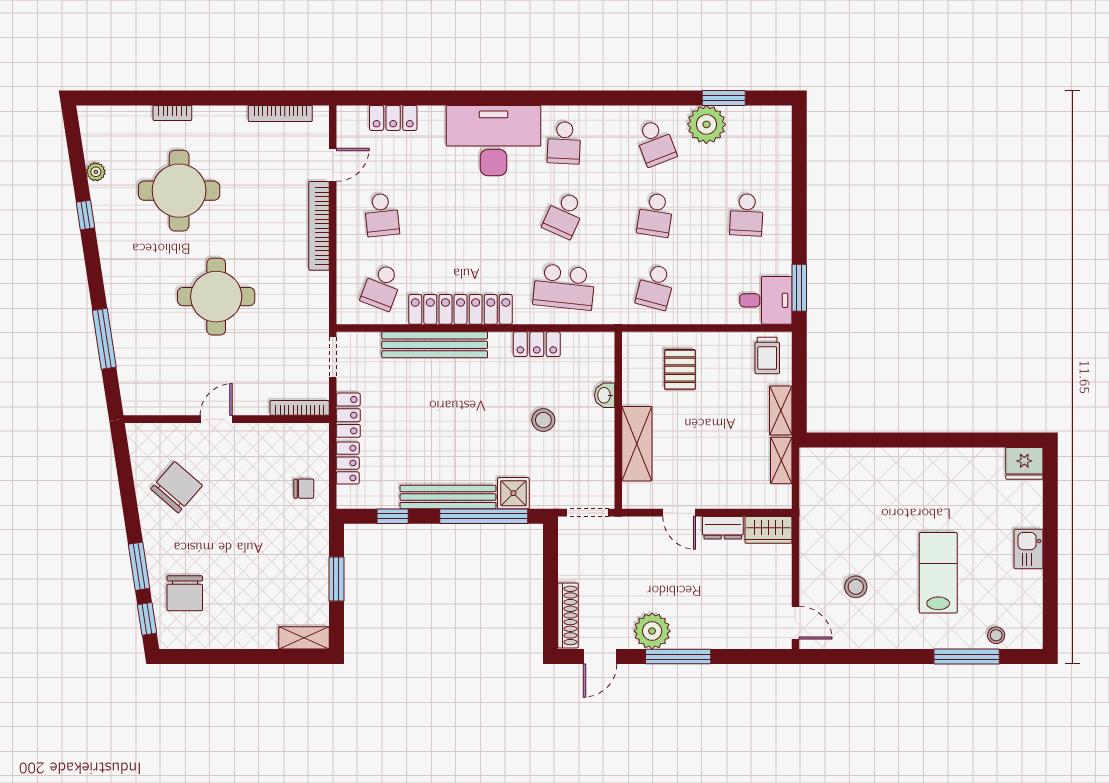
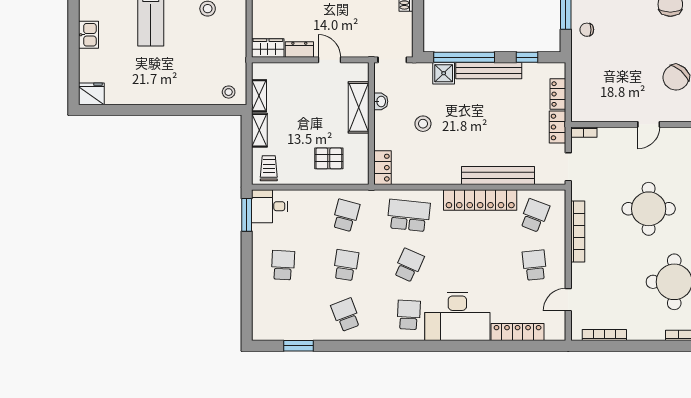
locker: (393, 118) -> (518, 332), width x1.53
plant: (706, 124) -> (311, 328), removed
bookcase: (319, 226) -> (578, 232), moved
locker: (537, 344) -> (383, 168), moved, turned 90
pallet: (680, 370) -> (329, 158), turned 90
washbasin: (605, 395) -> (381, 101), moved
bookcase: (300, 408) -> (584, 132), width x0.64
stool: (825, 466) -> (229, 92), added
chair: (304, 489) -> (587, 30), moved

